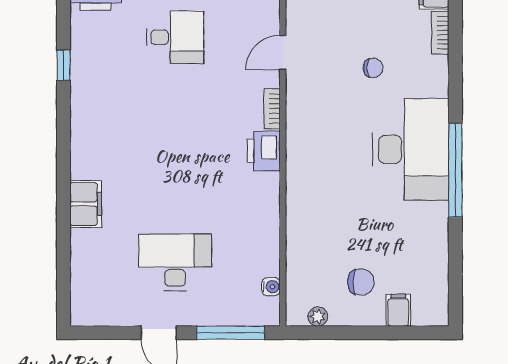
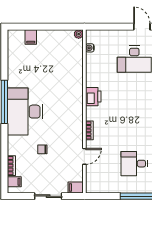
printer: (264, 151) -> (93, 97), moved
chair: (361, 282) -> (48, 50), removed
plant: (318, 317) -> (79, 34), moved
window: (231, 333) -> (109, 27), removed

